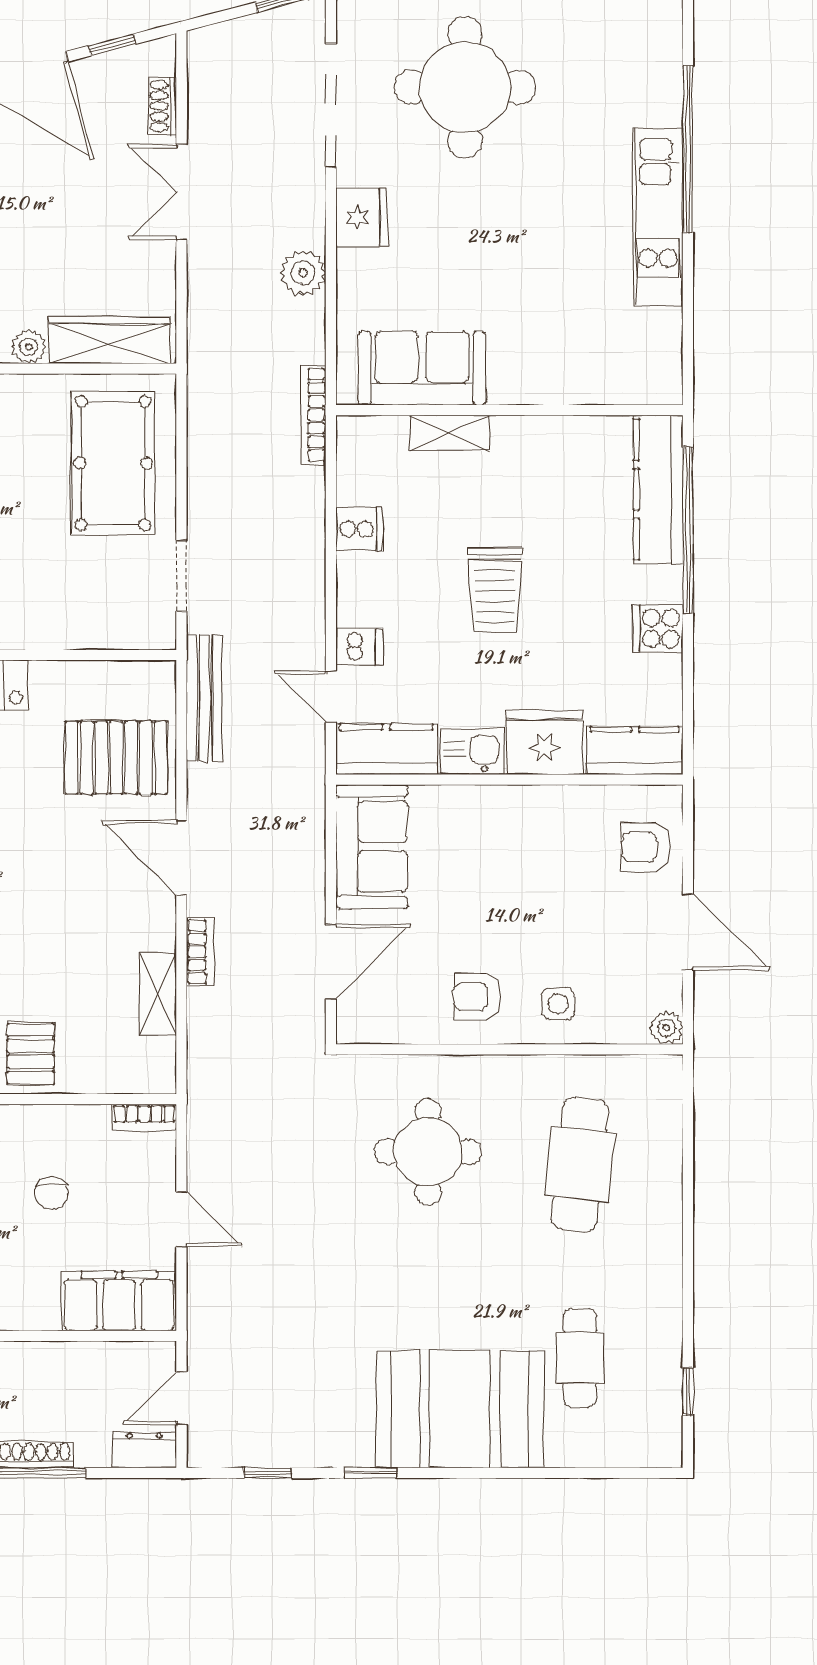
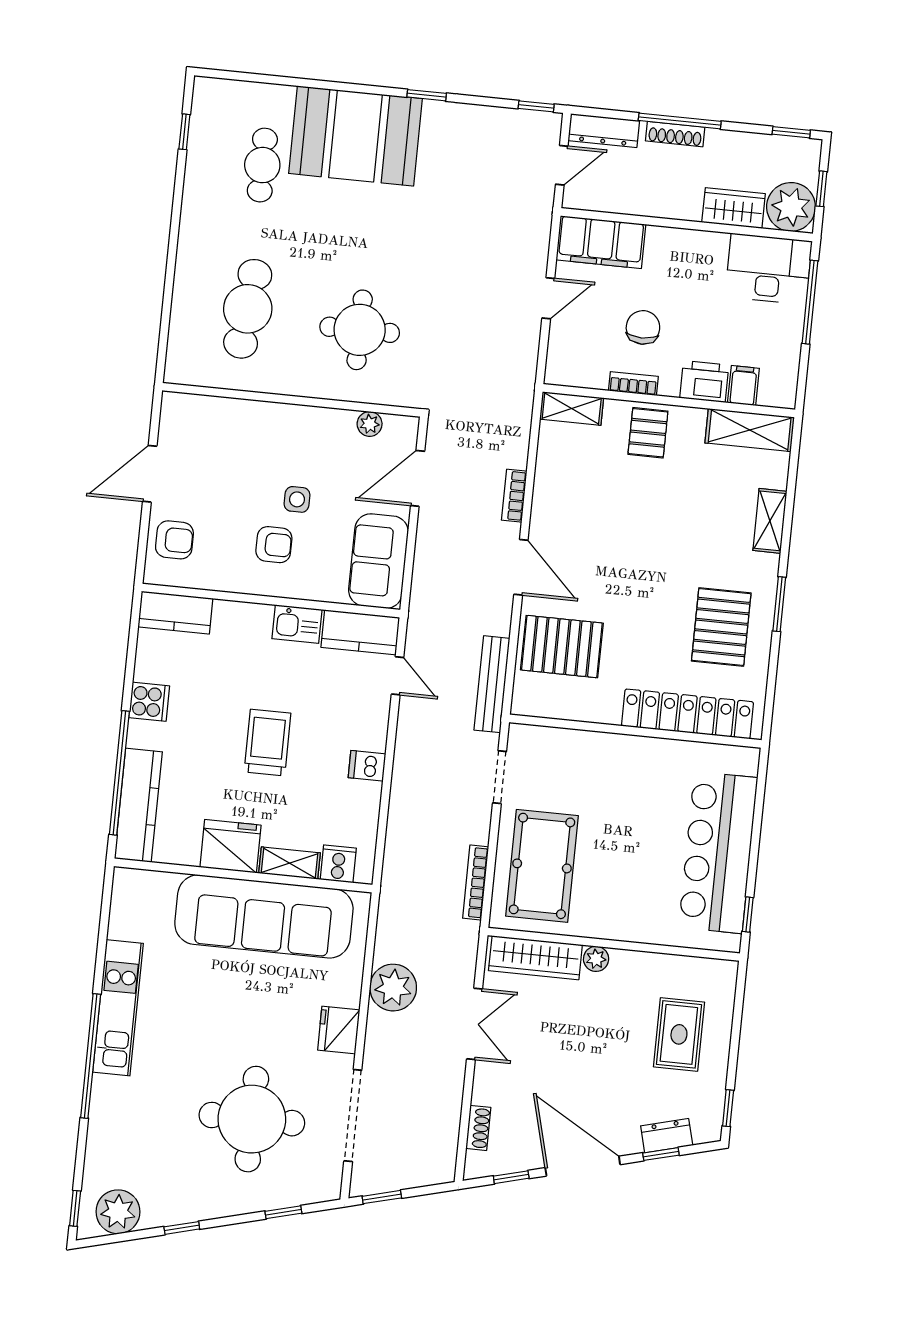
double door: (181, 192) -> (475, 1024), moved
plant: (303, 273) -> (393, 988), width x1.36, depth x1.36
sofa: (422, 368) -> (264, 916), width x1.85, depth x1.27
bookcase: (313, 415) -> (476, 882), moved, turned 180
cooker: (359, 529) -> (338, 864), moved, turned 90
dishwasher: (359, 647) -> (367, 766), moved
fridge: (544, 742) -> (230, 846), moved, turned 180
door: (688, 932) -> (150, 474), hinge flipped
shelving: (158, 994) -> (572, 408), moved, turned 90
armchair: (477, 996) -> (274, 545), moved
side table: (558, 1004) -> (297, 499), moved
plant: (666, 1028) -> (370, 424), moved
bookcase: (144, 1117) -> (633, 384), moved
chair: (52, 1193) -> (643, 327), width x1.37, depth x1.37
door: (181, 1219) -> (548, 298), swing flipped
dresser: (144, 1450) -> (604, 131), width x1.44
window: (267, 1473) -> (536, 106), moved

